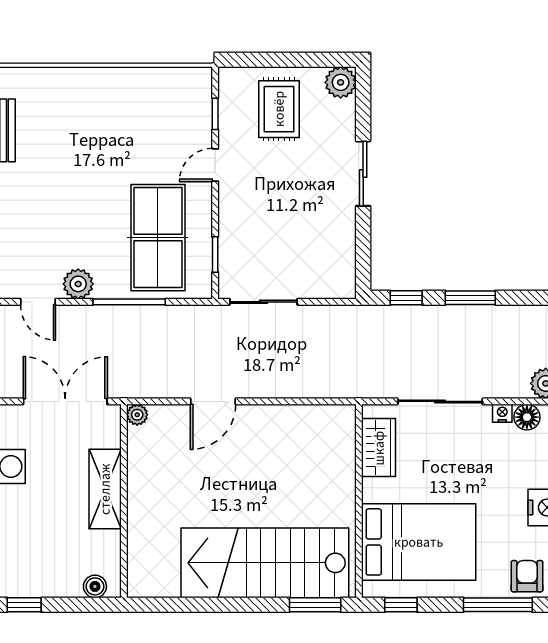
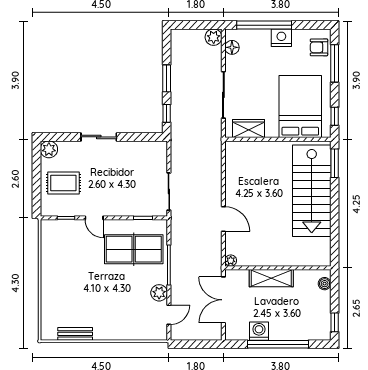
nightstand: (502, 413) -> (230, 61), removed

